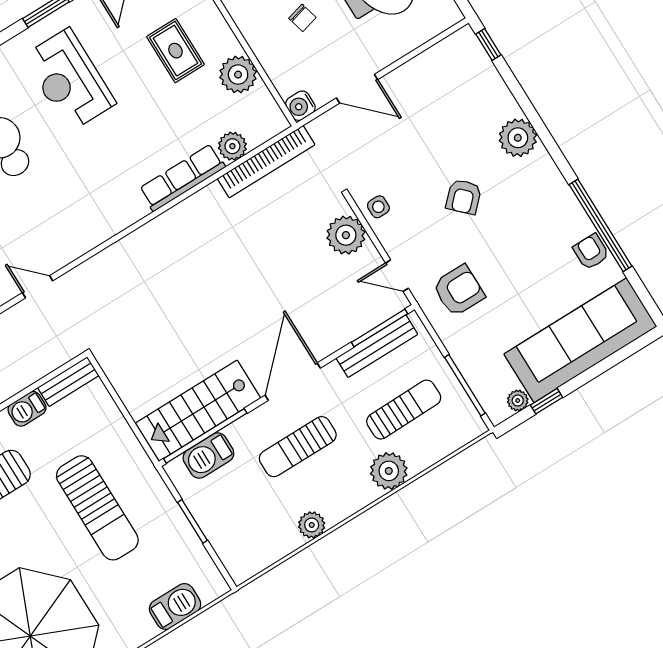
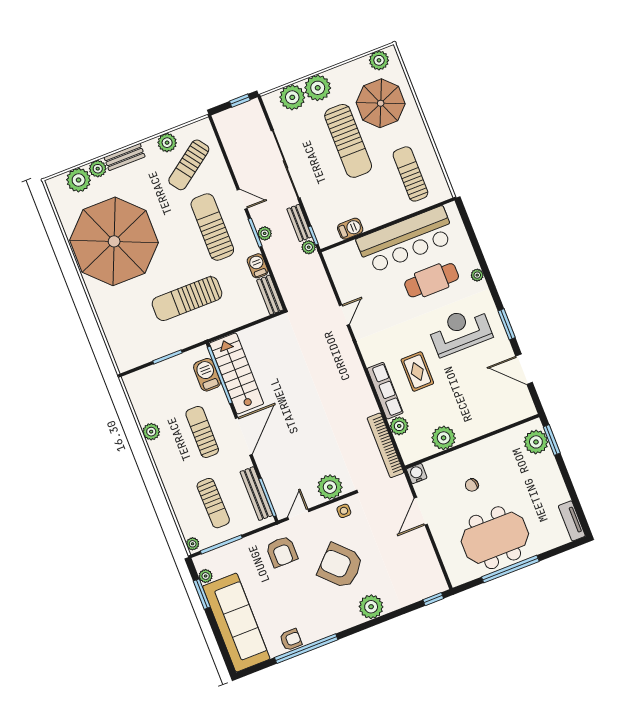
rug: (175, 51) -> (417, 371), moved, turned 90
armchair: (464, 197) -> (340, 566), width x1.88, depth x1.88
door: (38, 287) -> (344, 315), moved
door: (293, 382) -> (244, 436), hinge flipped
window: (547, 401) -> (202, 594), width x1.50
plant: (389, 471) -> (193, 544), moved, width x0.53, depth x0.53
barbecue: (175, 607) -> (116, 336), removed

